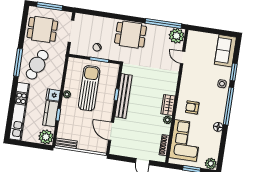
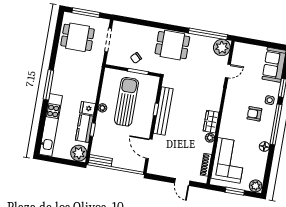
door: (183, 58) -> (228, 71), swing flipped
window: (18, 62) -> (48, 85), moved
cafe table: (37, 65) -> (71, 75), removed
armchair: (192, 107) -> (254, 114), moved

